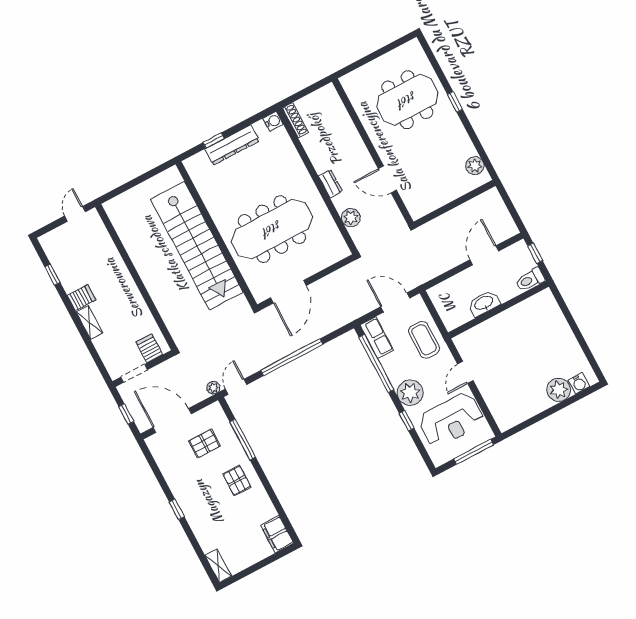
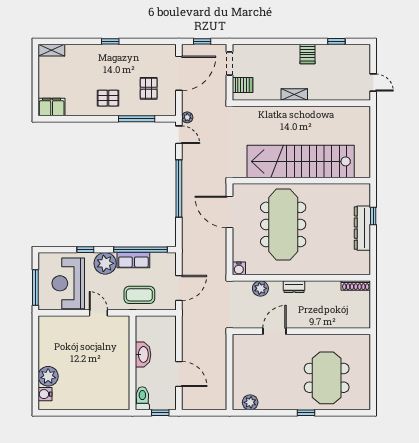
water cooler: (273, 121) -> (239, 268), moved
shelving: (89, 322) -> (294, 95), moved
row of seats: (377, 338) -> (133, 260), moved

